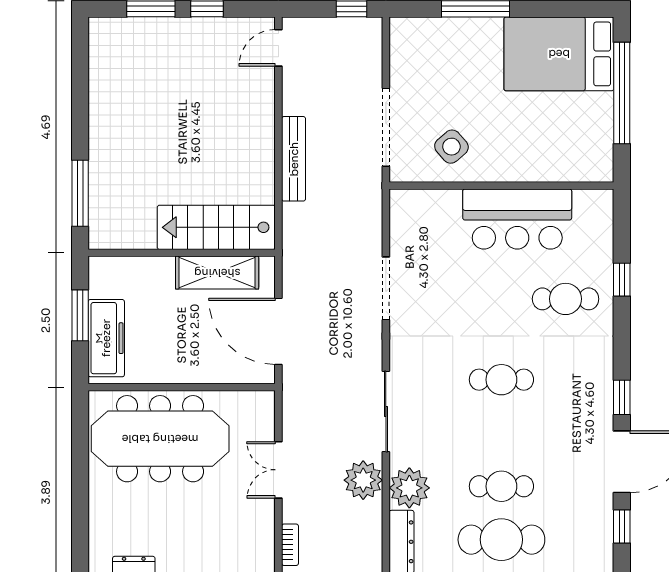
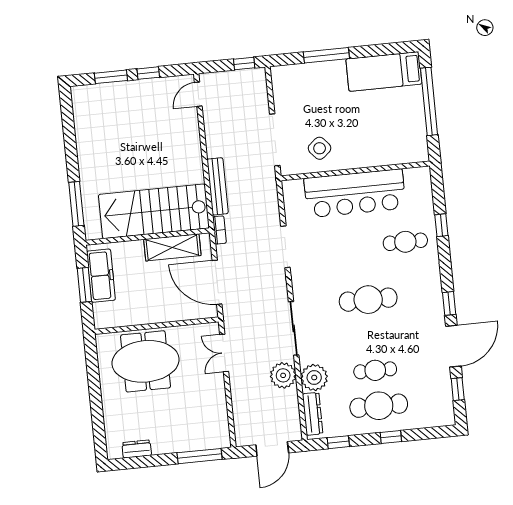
bed: (559, 54) -> (384, 71), width x0.67
bench: (294, 159) -> (218, 186), moved
bar counter: (517, 219) -> (355, 193), width x1.36
stairs: (216, 227) -> (154, 211), width x1.36, depth x1.51
freezer: (106, 338) -> (101, 276), moved
cafe table: (501, 380) -> (368, 300), width x1.37, depth x1.35
meeting table: (160, 439) -> (146, 361), width x0.73
double door: (278, 470) -> (224, 353), moved
bookcase: (290, 545) -> (220, 230), moved

